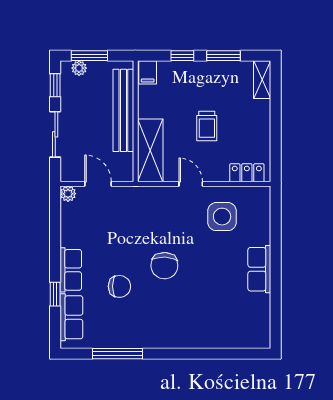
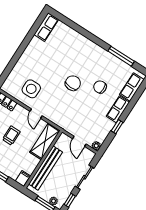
row of seats: (259, 269) -> (46, 27), moved
window: (55, 294) -> (117, 127), moved

